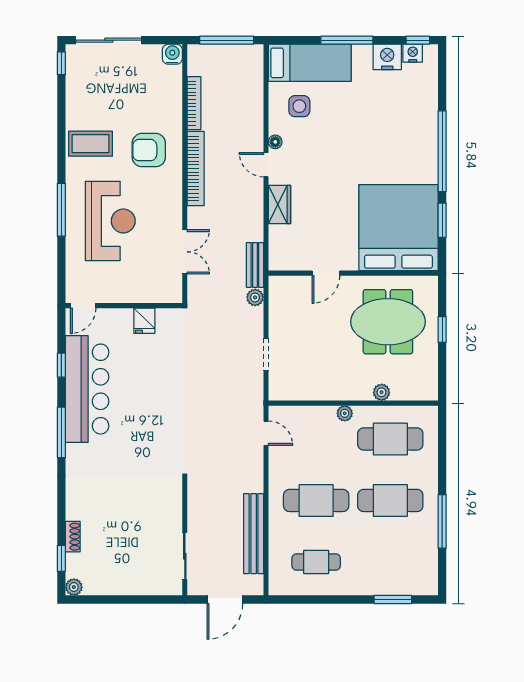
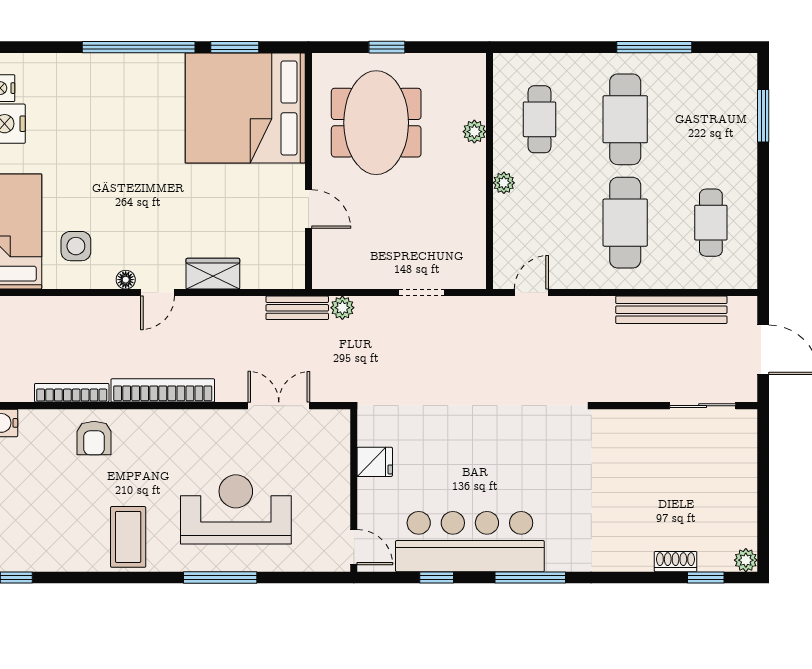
armchair: (149, 150) -> (94, 438), moved, width x0.72, depth x0.72
cafe table: (390, 439) -> (540, 119), width x0.73, depth x0.74

